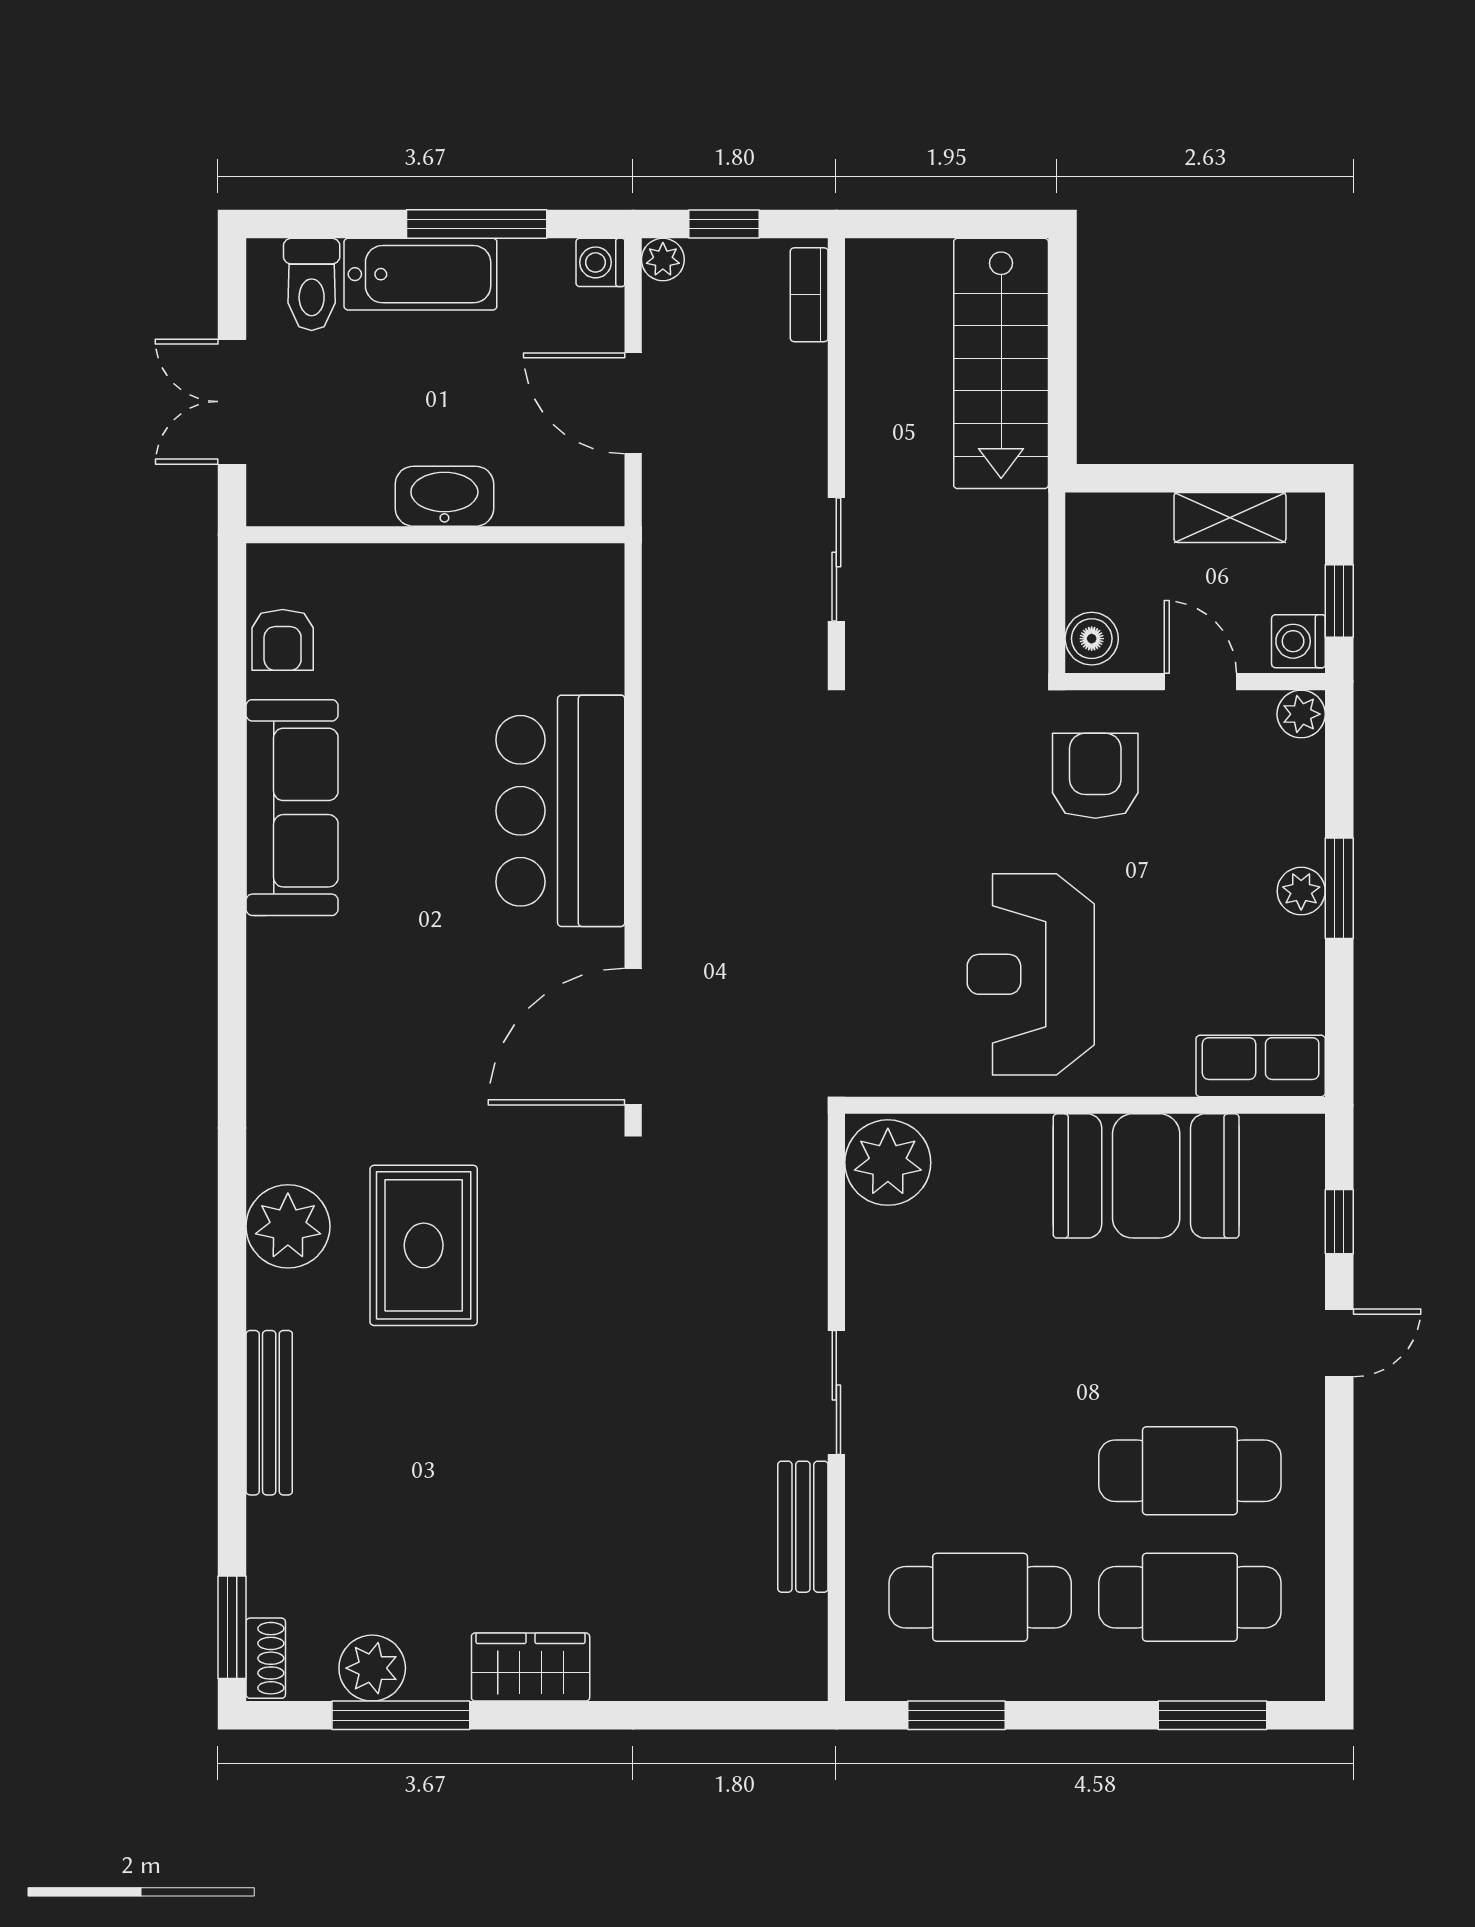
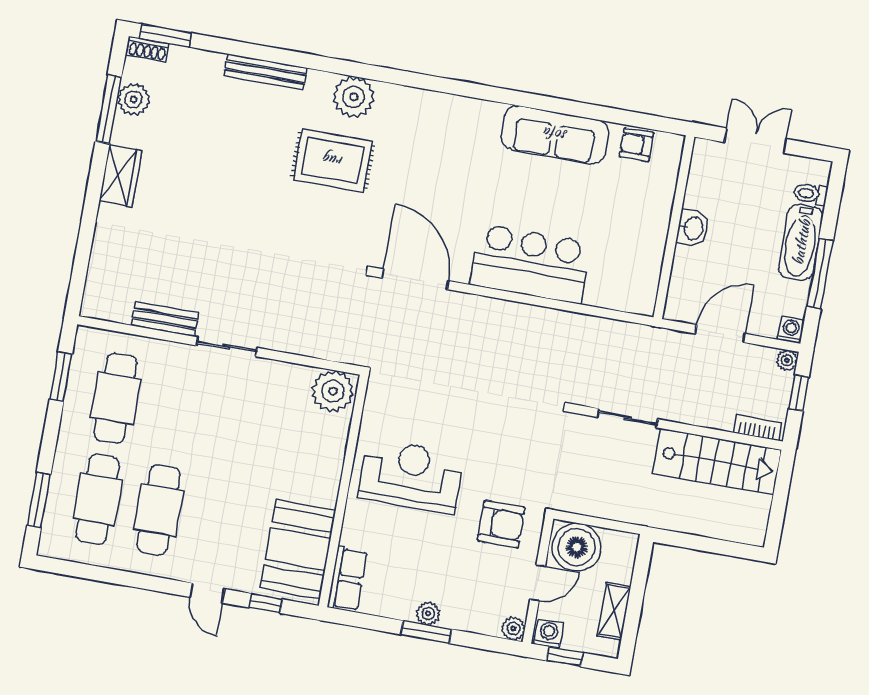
toilet: (312, 284) -> (811, 194), width x0.73, depth x0.72
stairs: (1001, 363) -> (717, 462), moved, turned 180
washbasin: (444, 496) -> (693, 228), width x0.72
boiler: (1092, 639) -> (577, 547), width x1.86, depth x1.86
booth: (1146, 1176) -> (298, 549), moved

